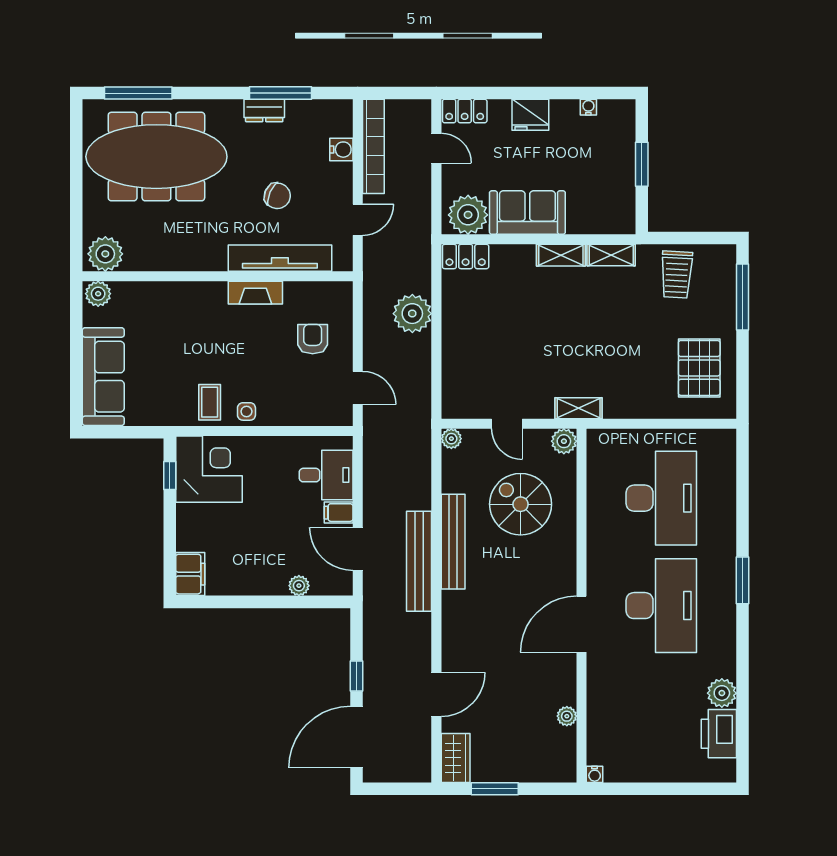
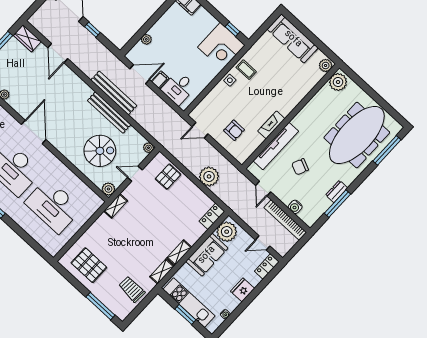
kitchen unit: (620, 175) -> (189, 303), added
pallet: (467, 372) -> (168, 177), added

